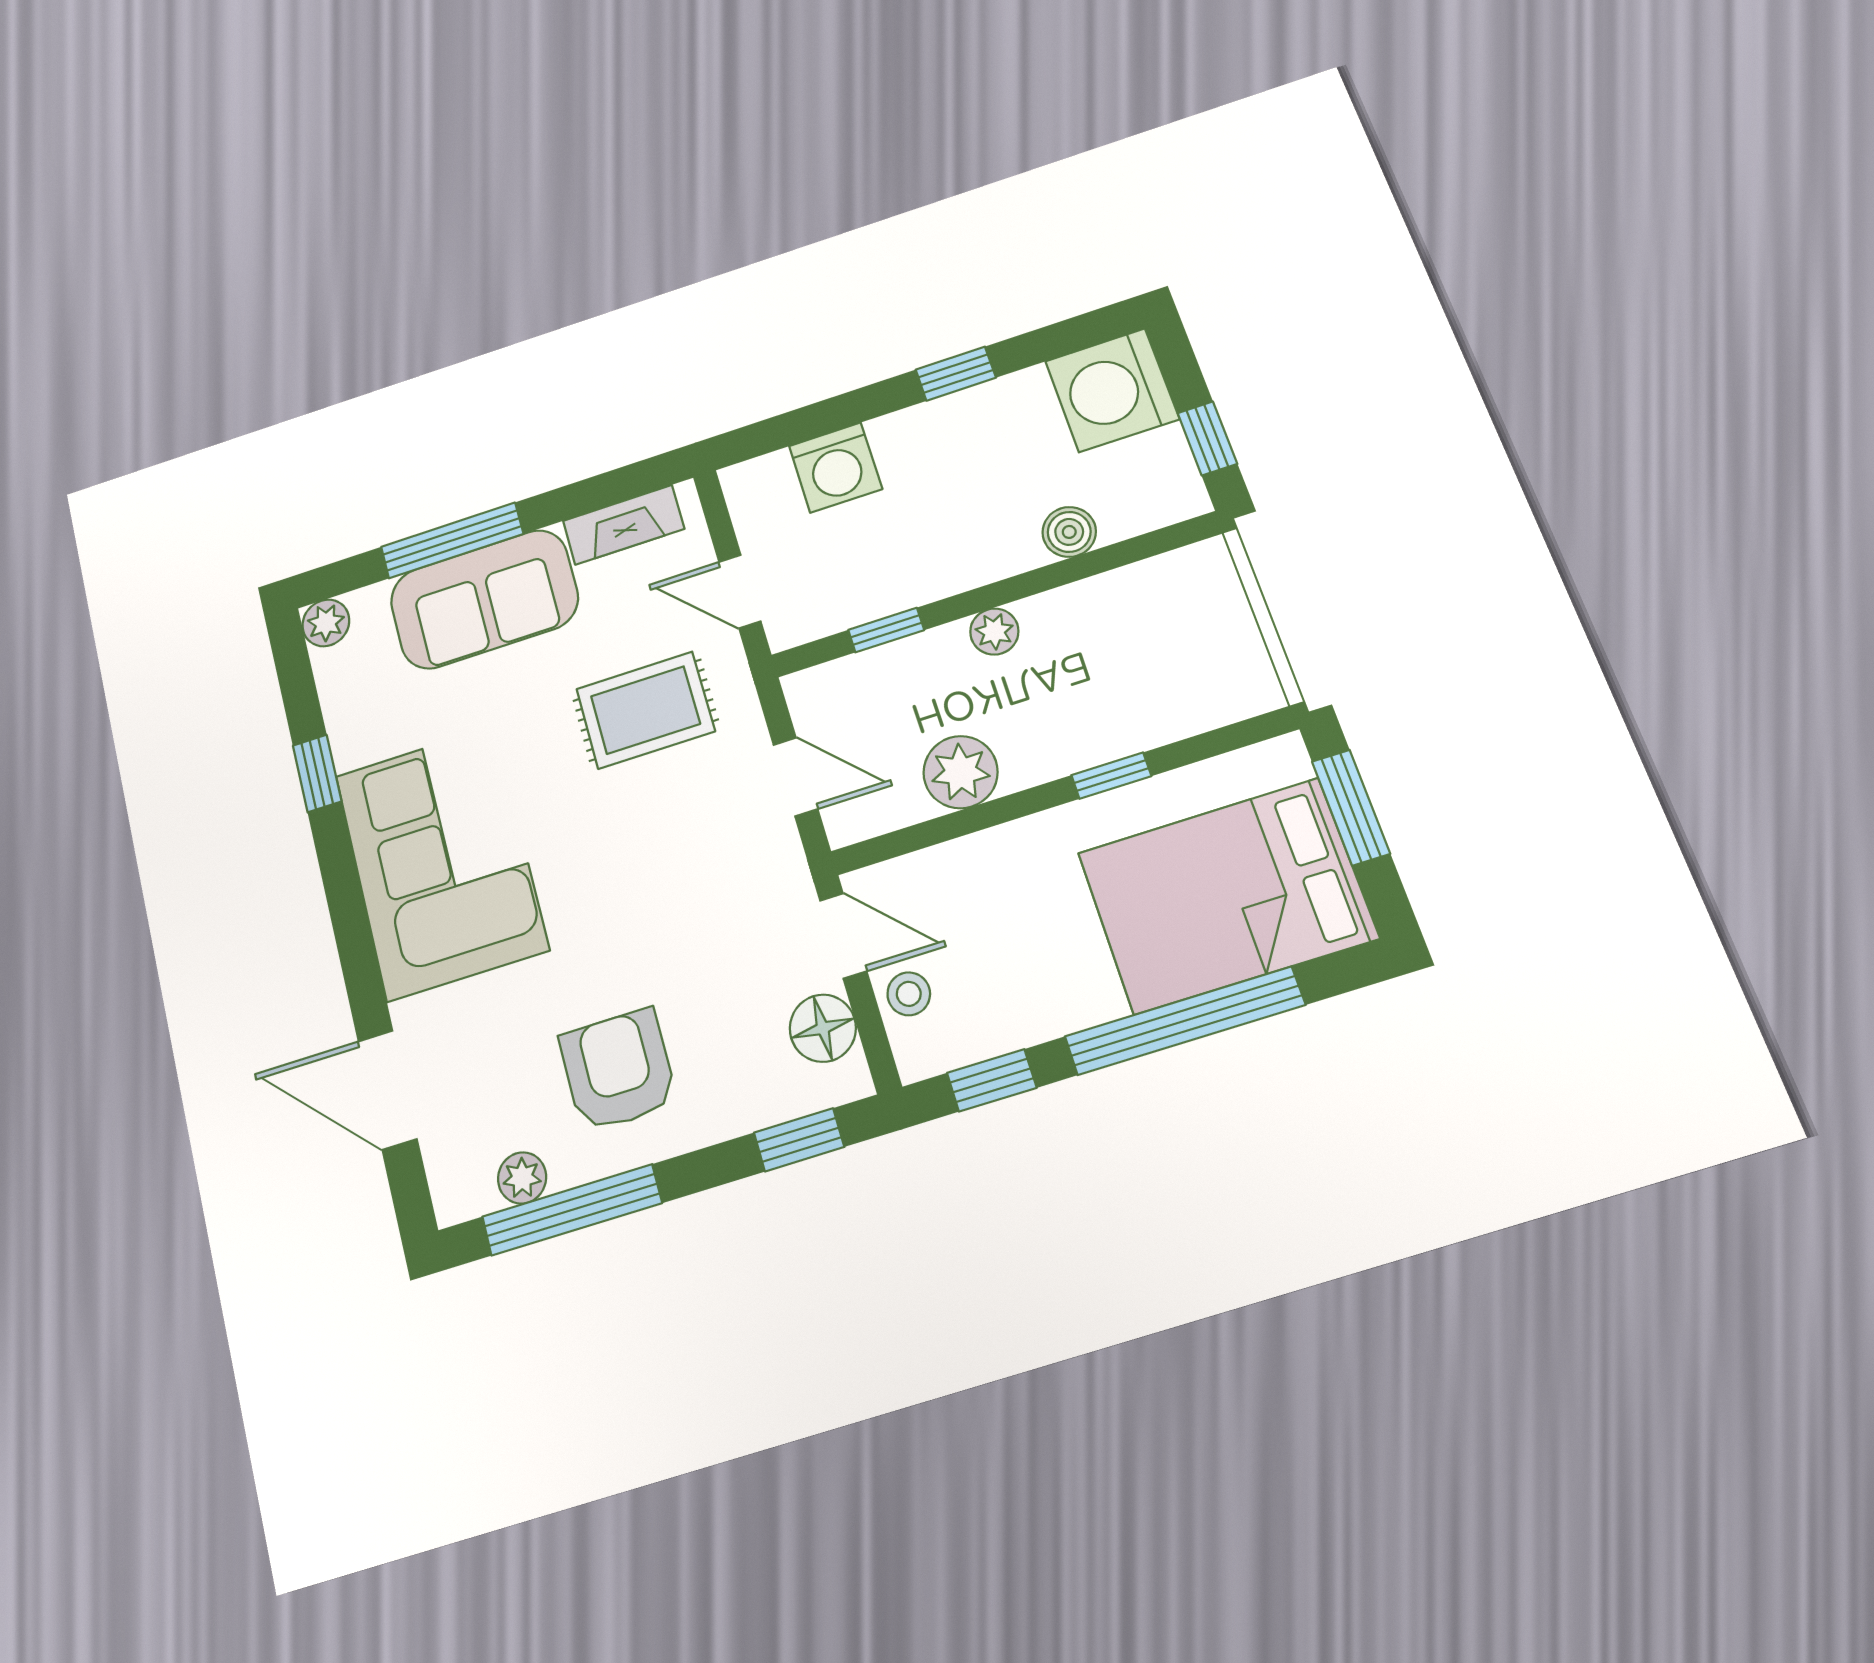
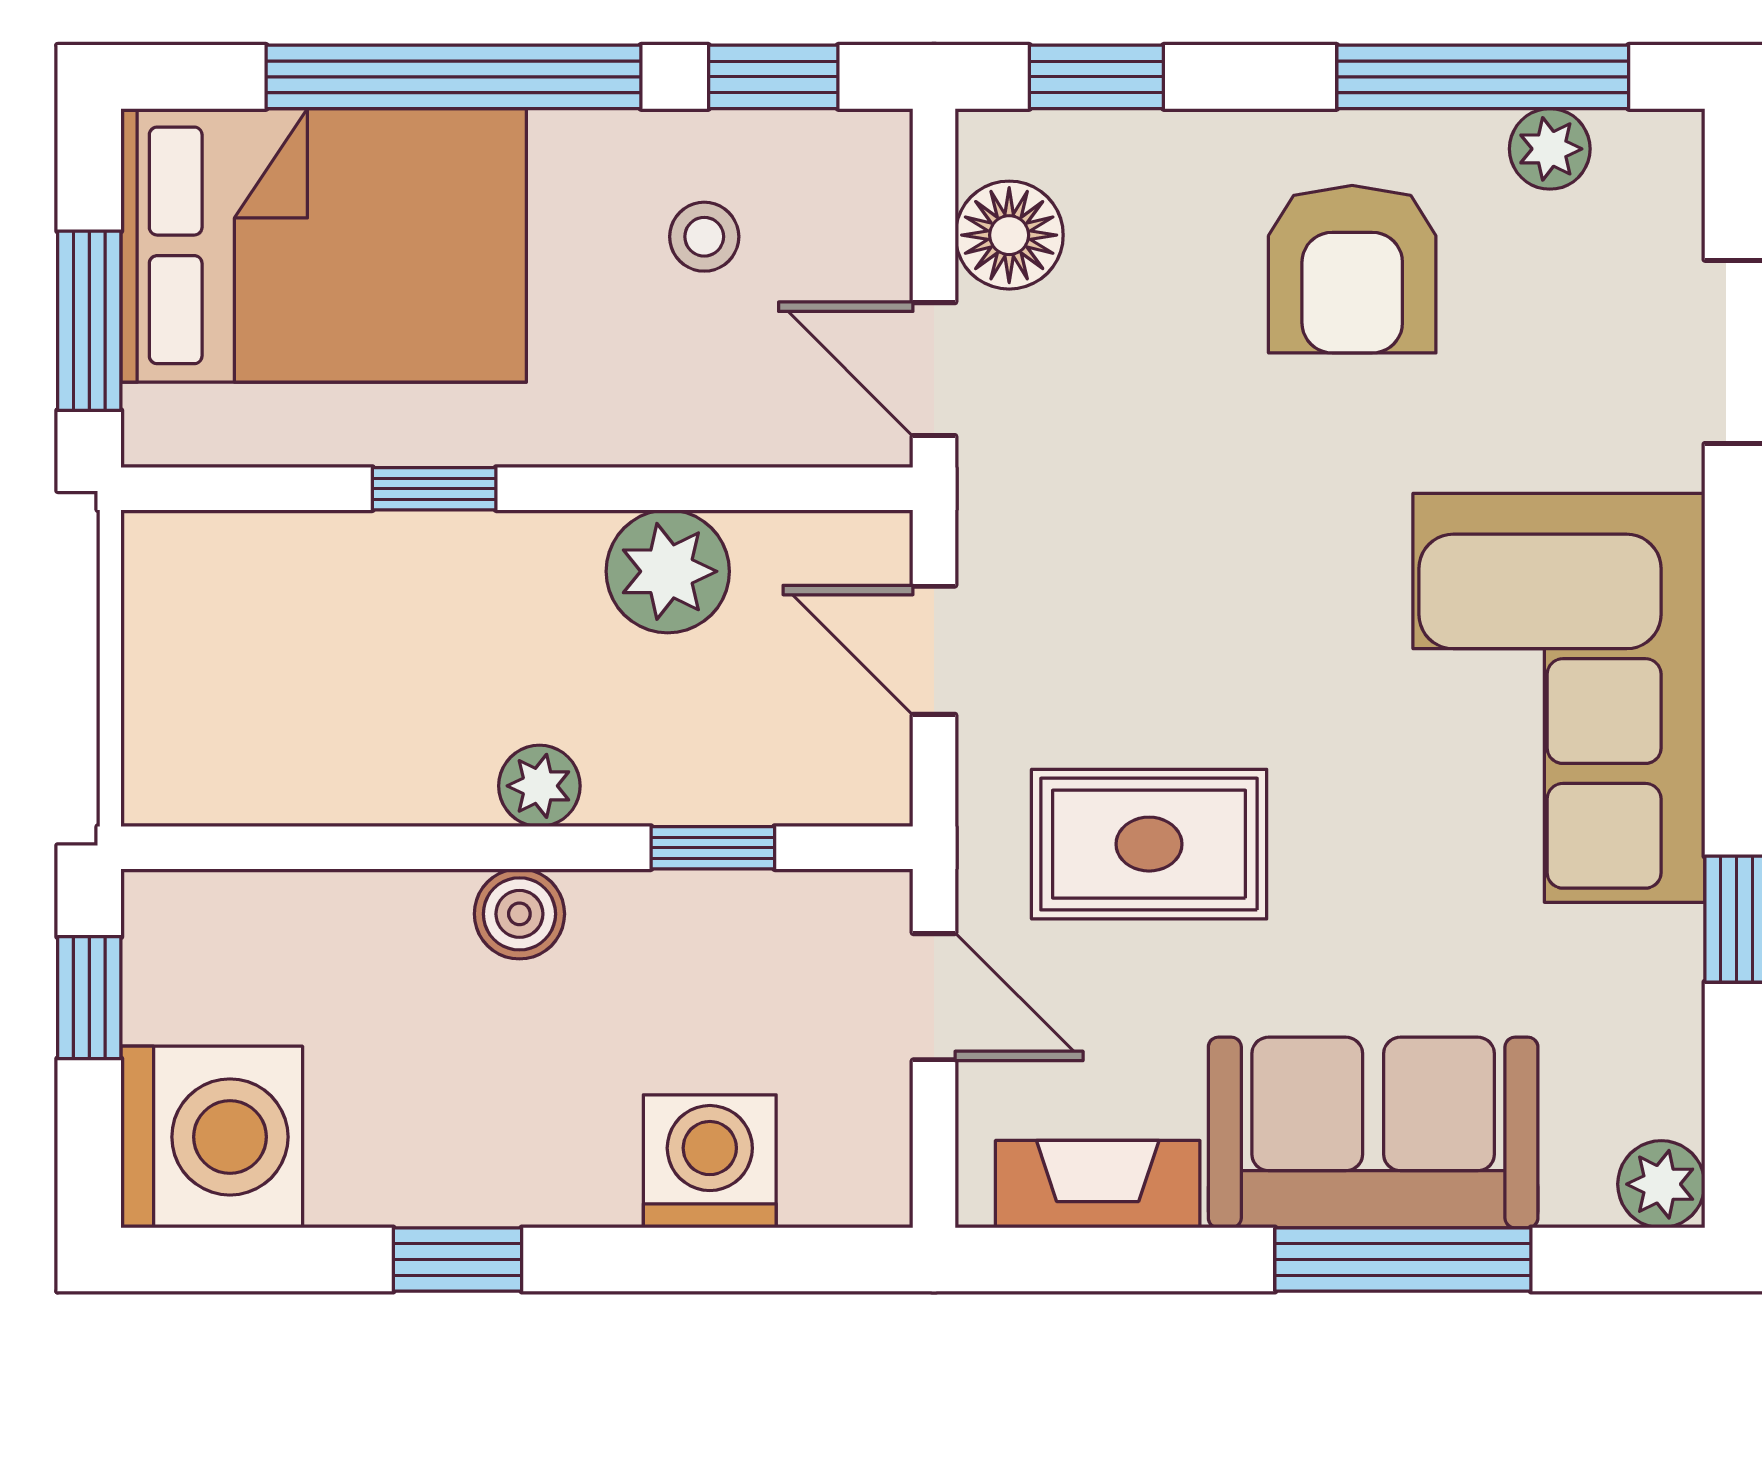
boiler: (1069, 532) -> (519, 914), moved
stool: (909, 994) -> (704, 237), moved

